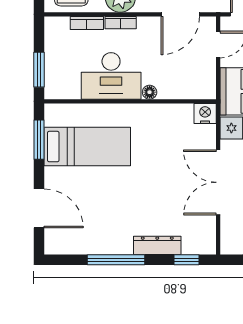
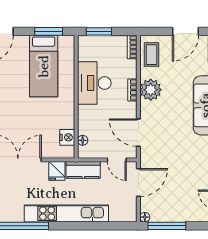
bookcase: (87, 23) -> (132, 47), moved
floor lamp: (150, 92) -> (83, 140), moved
nightstand: (205, 114) -> (67, 137), moved

